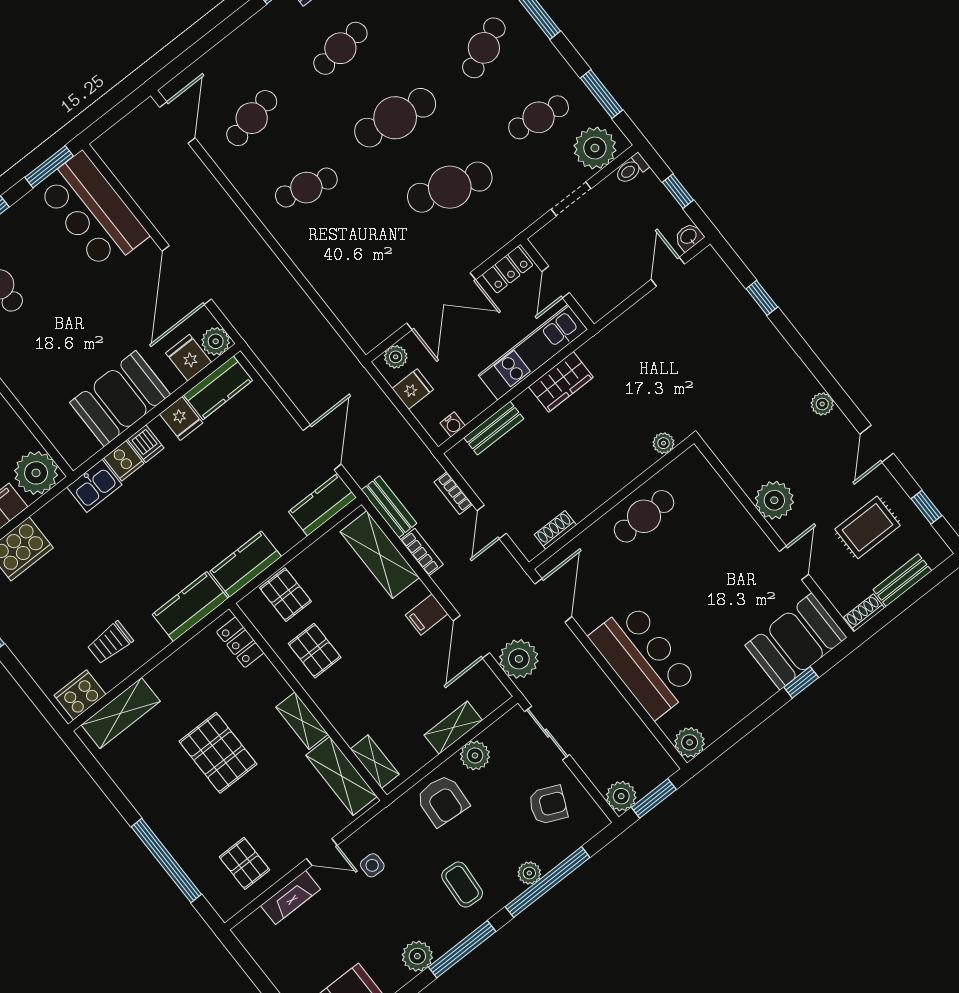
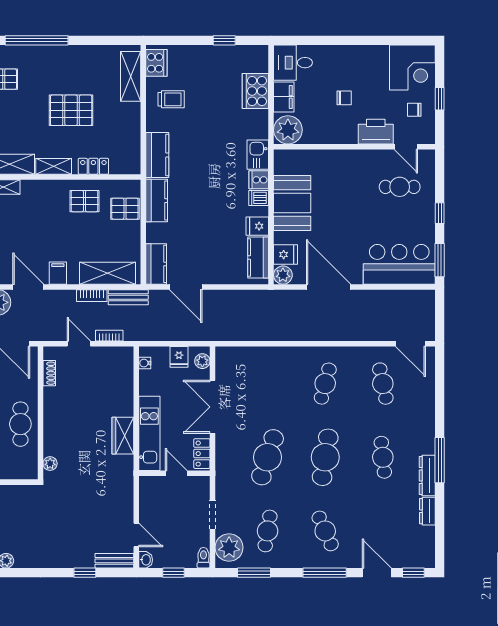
bench: (494, 428) -> (114, 561), moved, turned 90
locker: (240, 642) -> (93, 166), moved
trolley: (110, 643) -> (171, 99), turned 90

